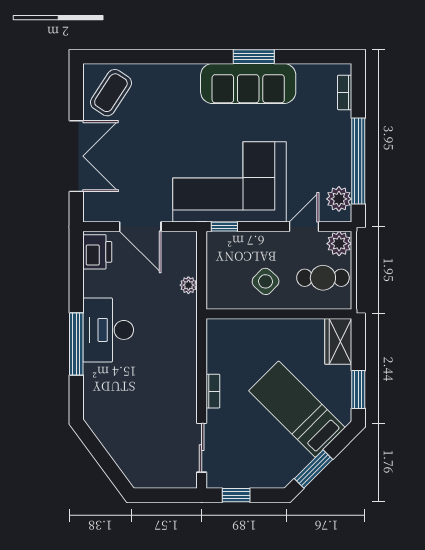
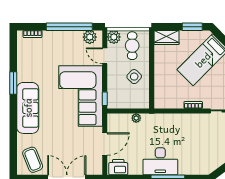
sofa: (248, 83) -> (28, 108), moved
coffee table: (111, 93) -> (33, 160), turned 35

